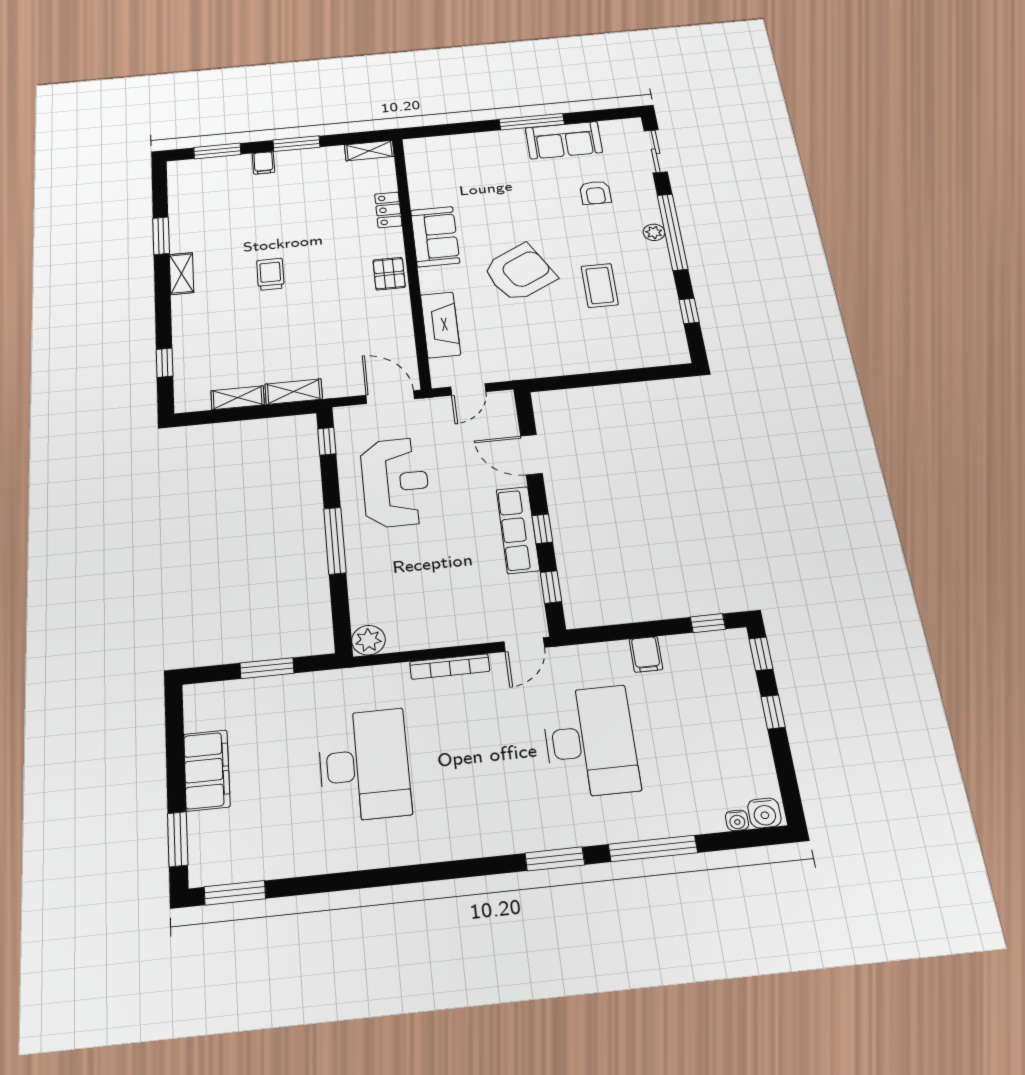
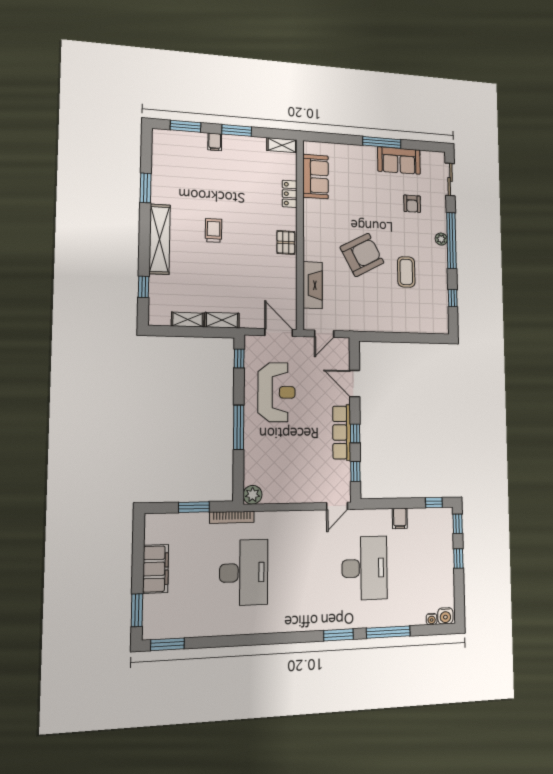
sofa: (435, 237) -> (316, 177), moved
shelving: (182, 273) -> (160, 239), width x2.20, depth x1.33
bookcase: (450, 666) -> (232, 517), moved

